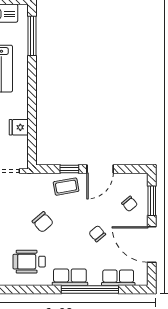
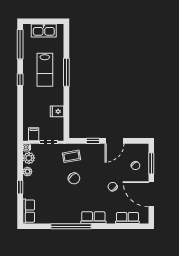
window: (32, 36) -> (66, 72), moved
coffee table: (66, 187) -> (72, 156), moved
wheelchair: (29, 262) -> (64, 206), removed
window: (90, 290) -> (71, 226), moved

